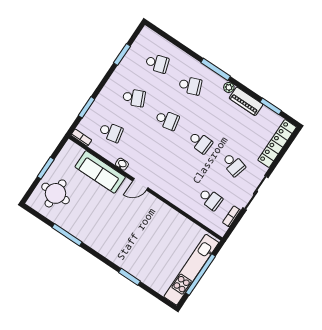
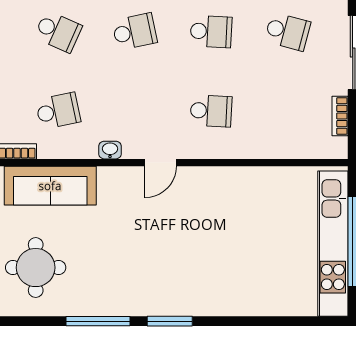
school desk: (134, 98) -> (58, 32), turned 48
sofa: (100, 172) -> (50, 186), moved
school desk: (210, 199) -> (211, 111), moved
window: (130, 277) -> (170, 321), moved

